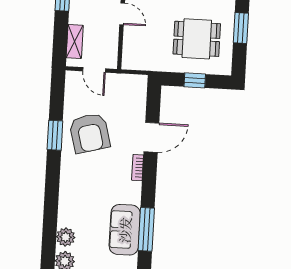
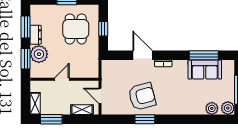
door: (94, 70) -> (100, 96), swing flipped

